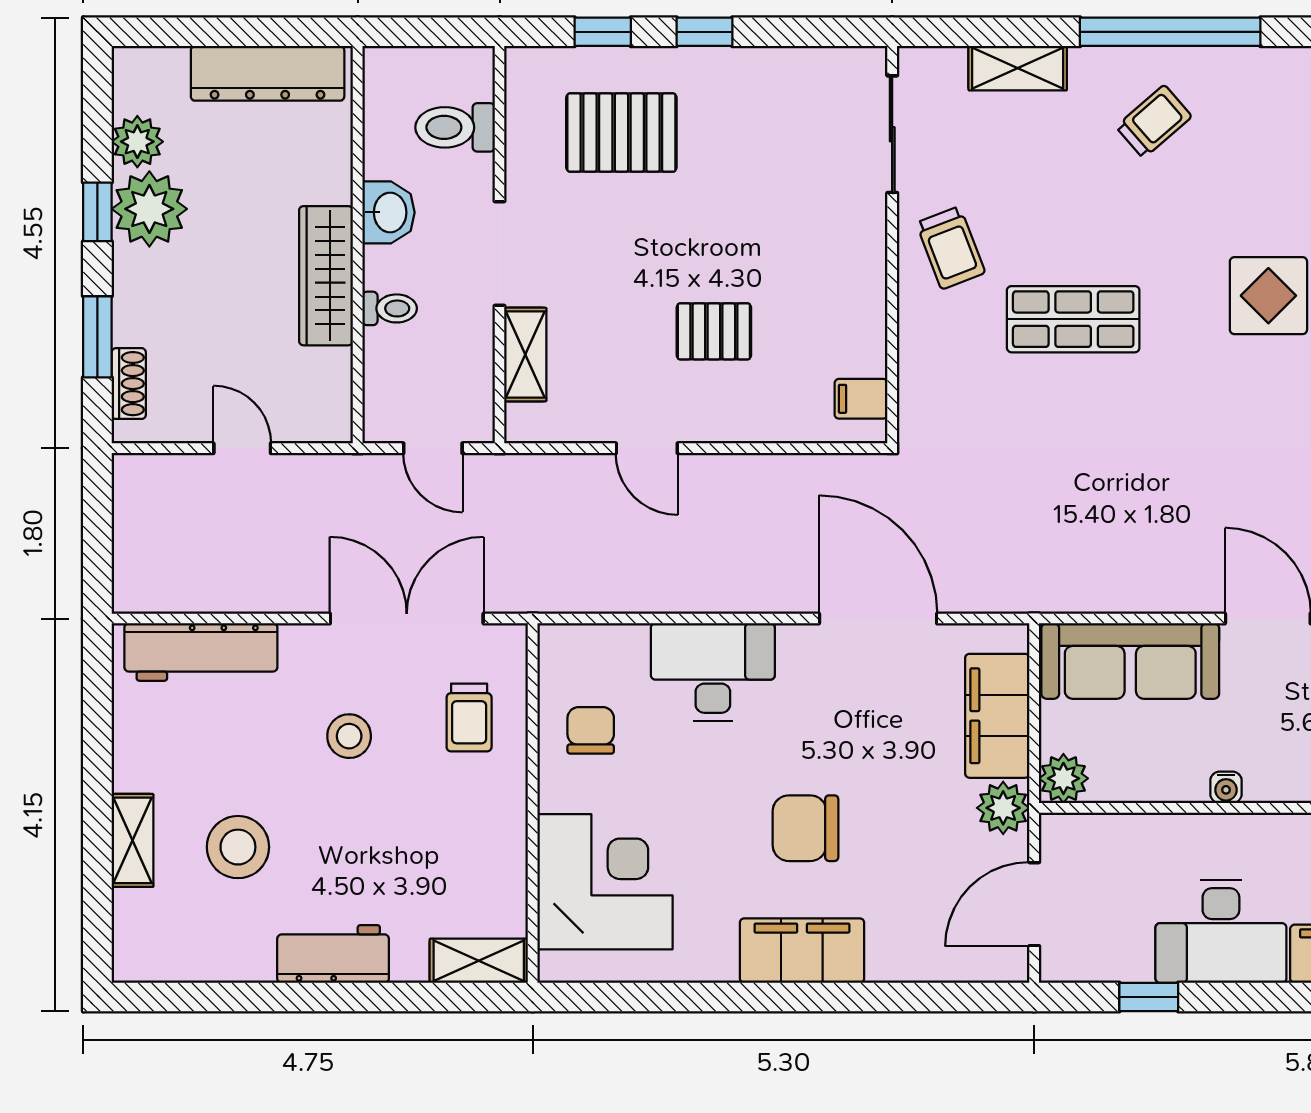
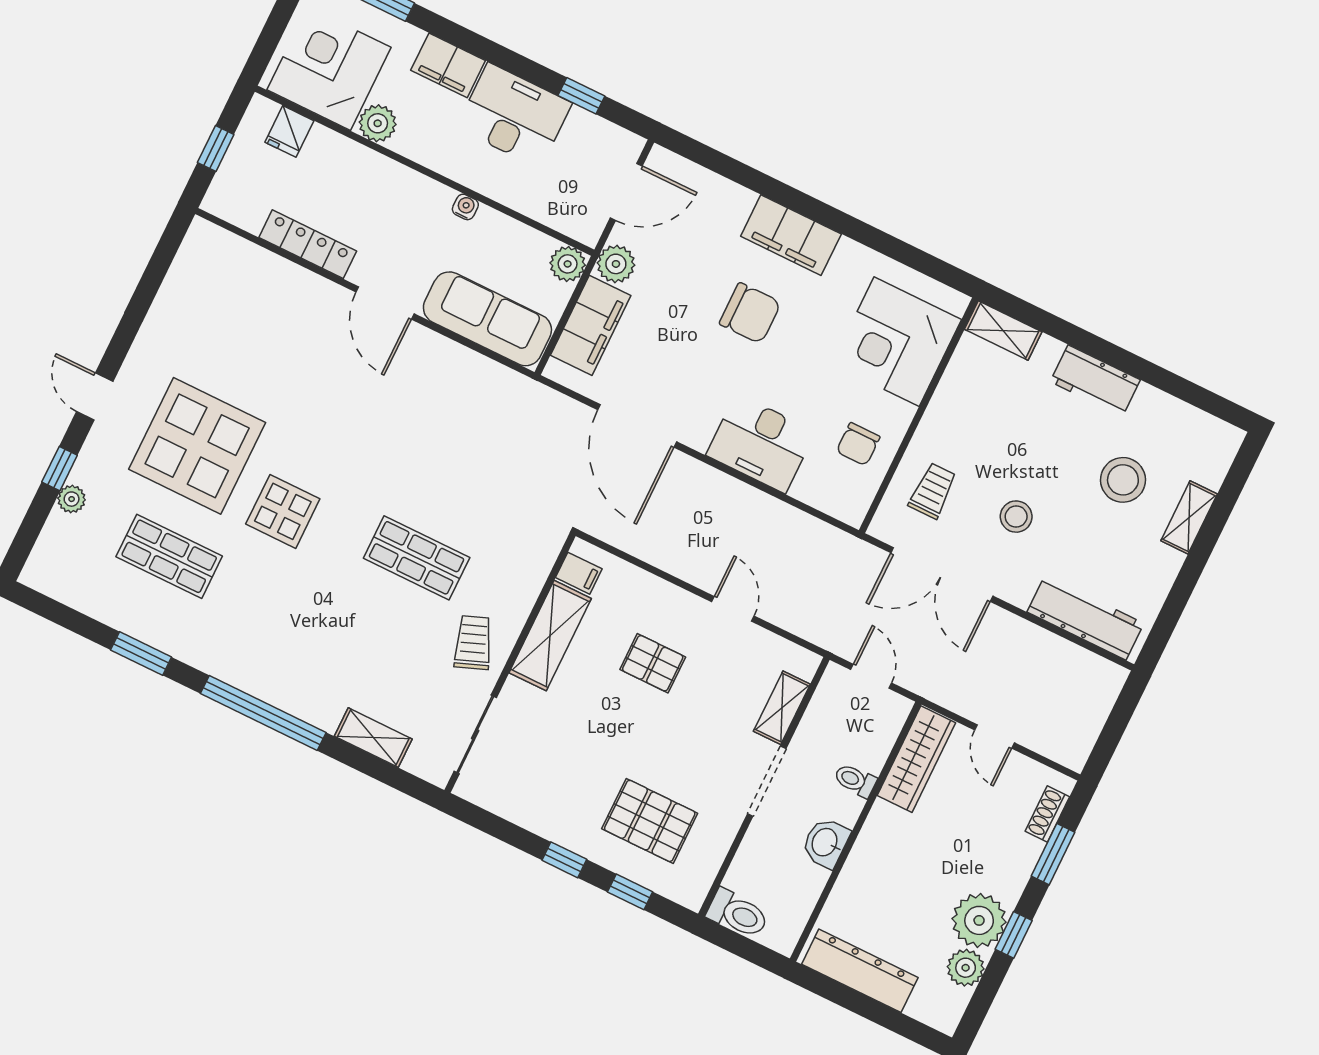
trolley: (1154, 122) -> (302, 660), removed
toilet: (455, 127) -> (738, 914), moved
wardrobe: (326, 276) -> (916, 759), moved
shelving: (859, 303) -> (550, 636), added

